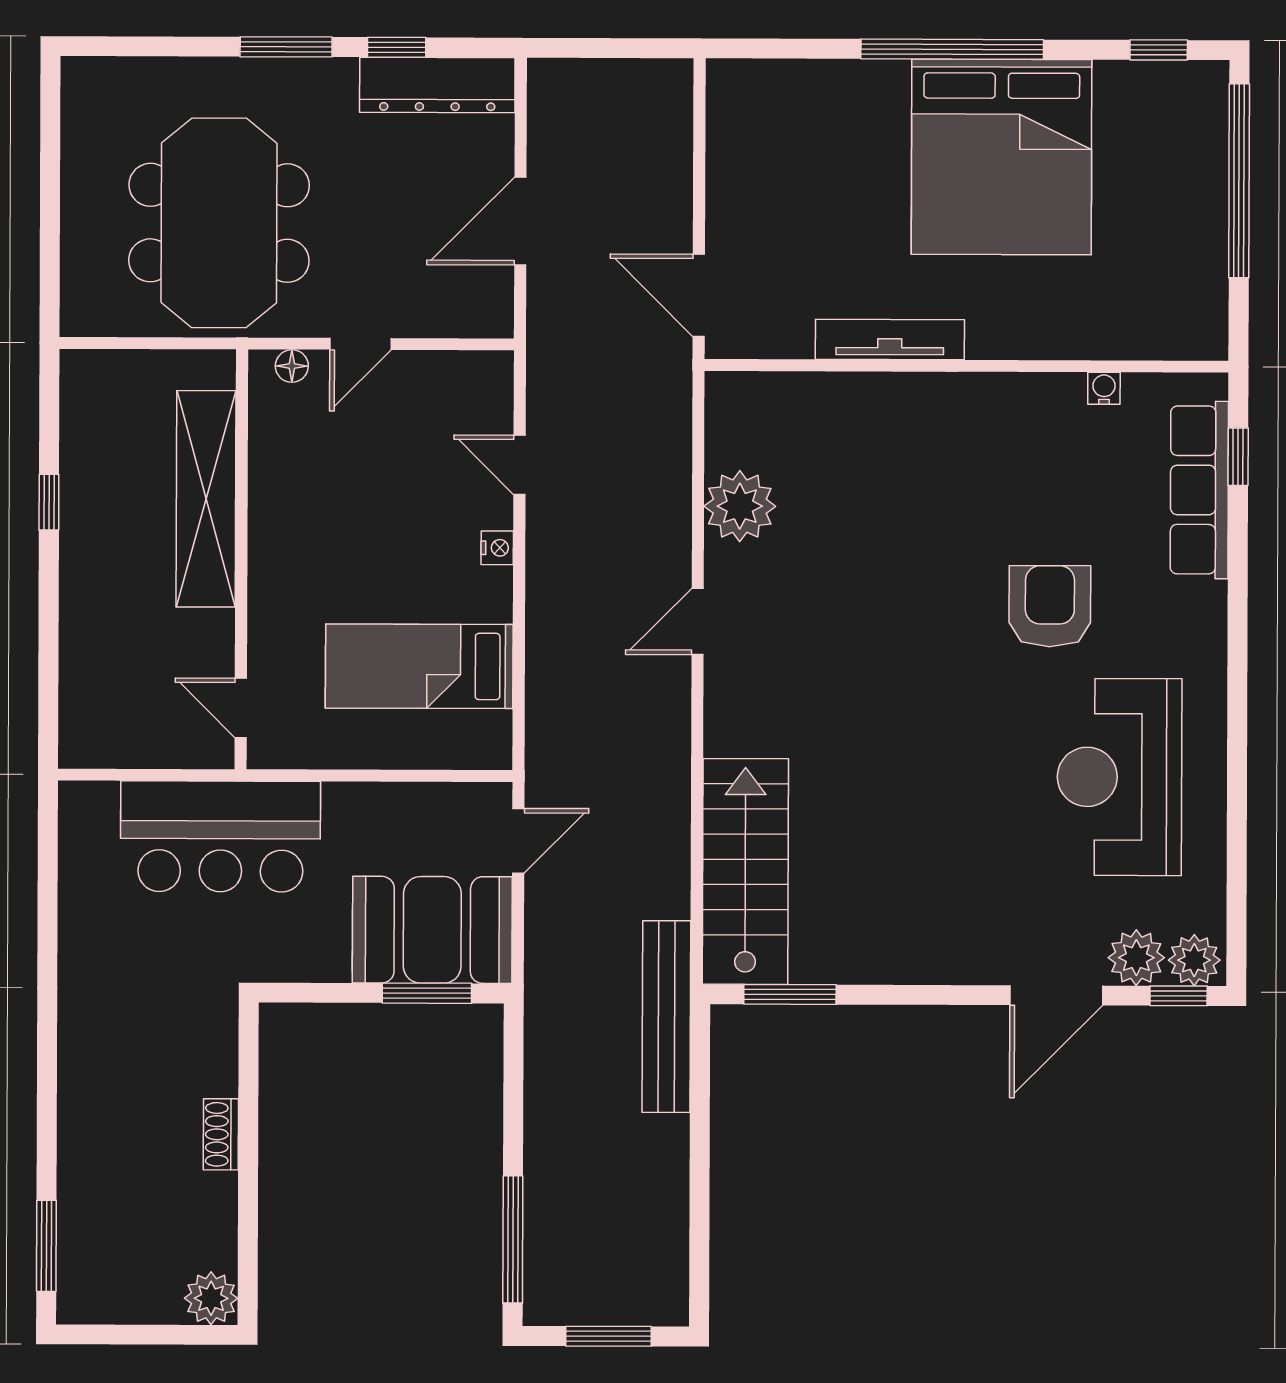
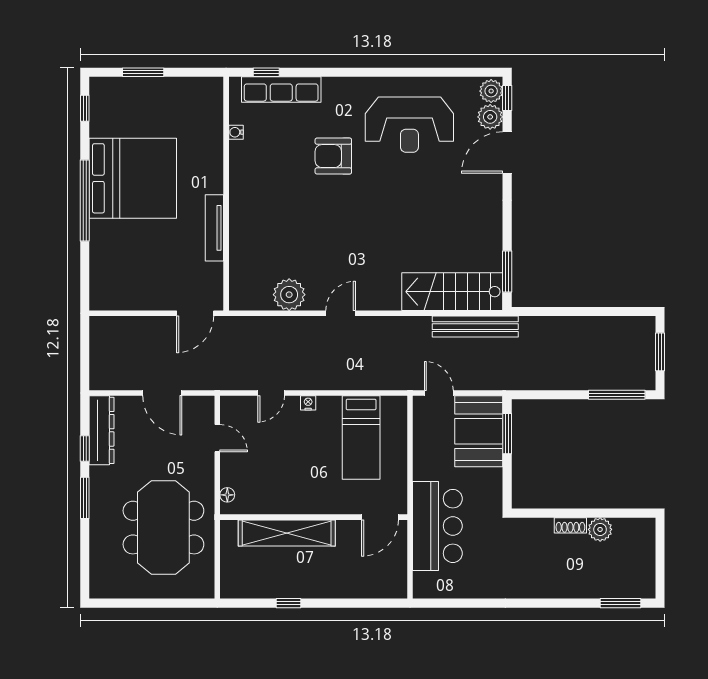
window: (1239, 181) -> (143, 72), width x0.47
meeting table: (219, 223) -> (163, 528), turned 90
door: (361, 344) -> (217, 438), moved
door: (698, 621) -> (341, 313), swing flipped
door: (241, 708) -> (380, 517), width x1.38
door: (1056, 995) -> (507, 153), swing flipped
bench: (666, 1017) -> (475, 327), moved
plant: (211, 1298) -> (600, 529), moved

